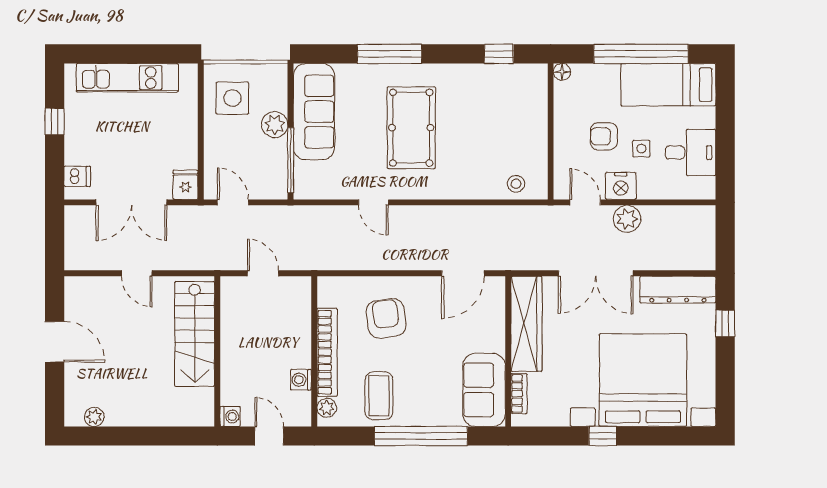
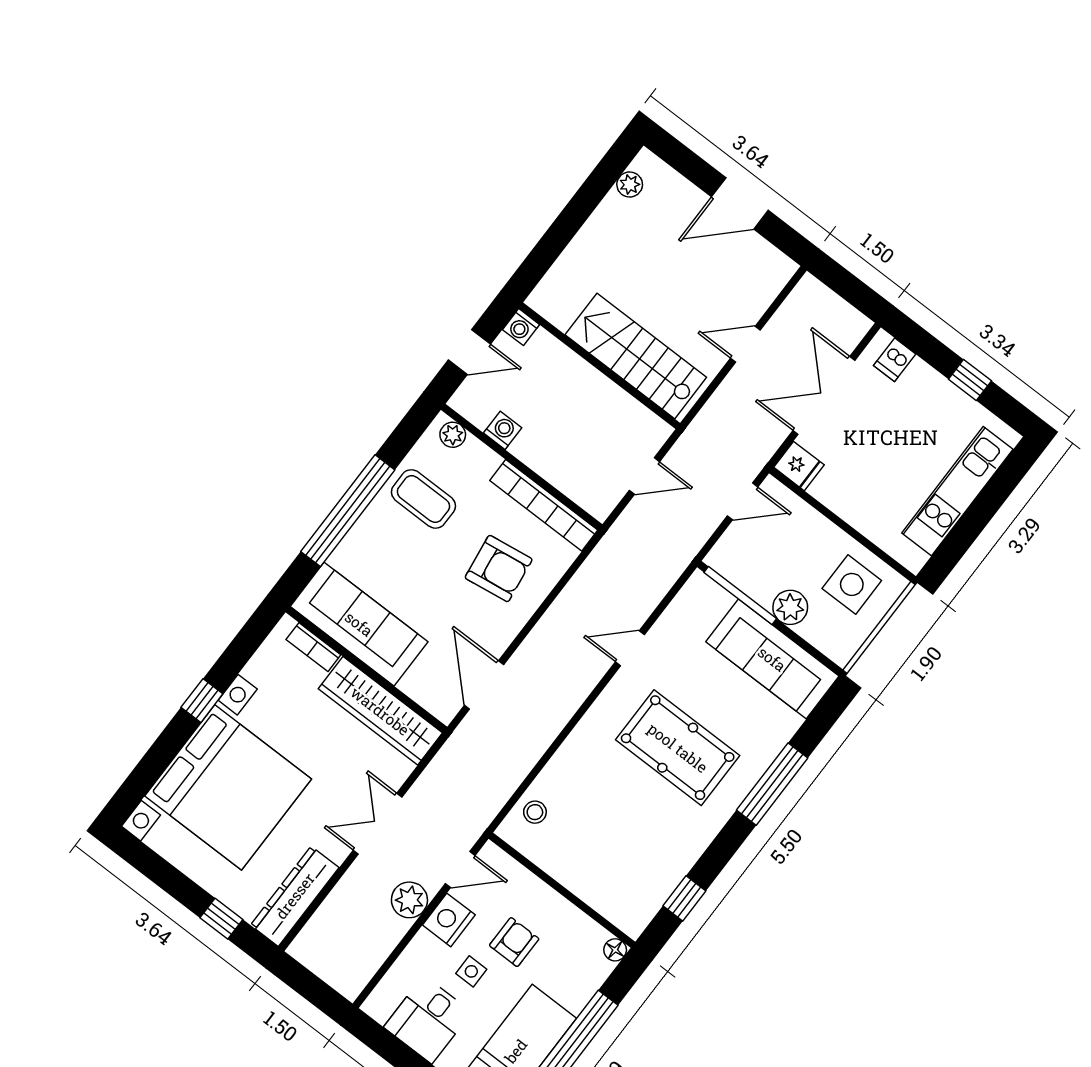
double door: (596, 273) -> (378, 824), width x0.73
bookcase: (327, 352) -> (544, 505), moved
sofa: (484, 390) -> (359, 624), width x1.36

